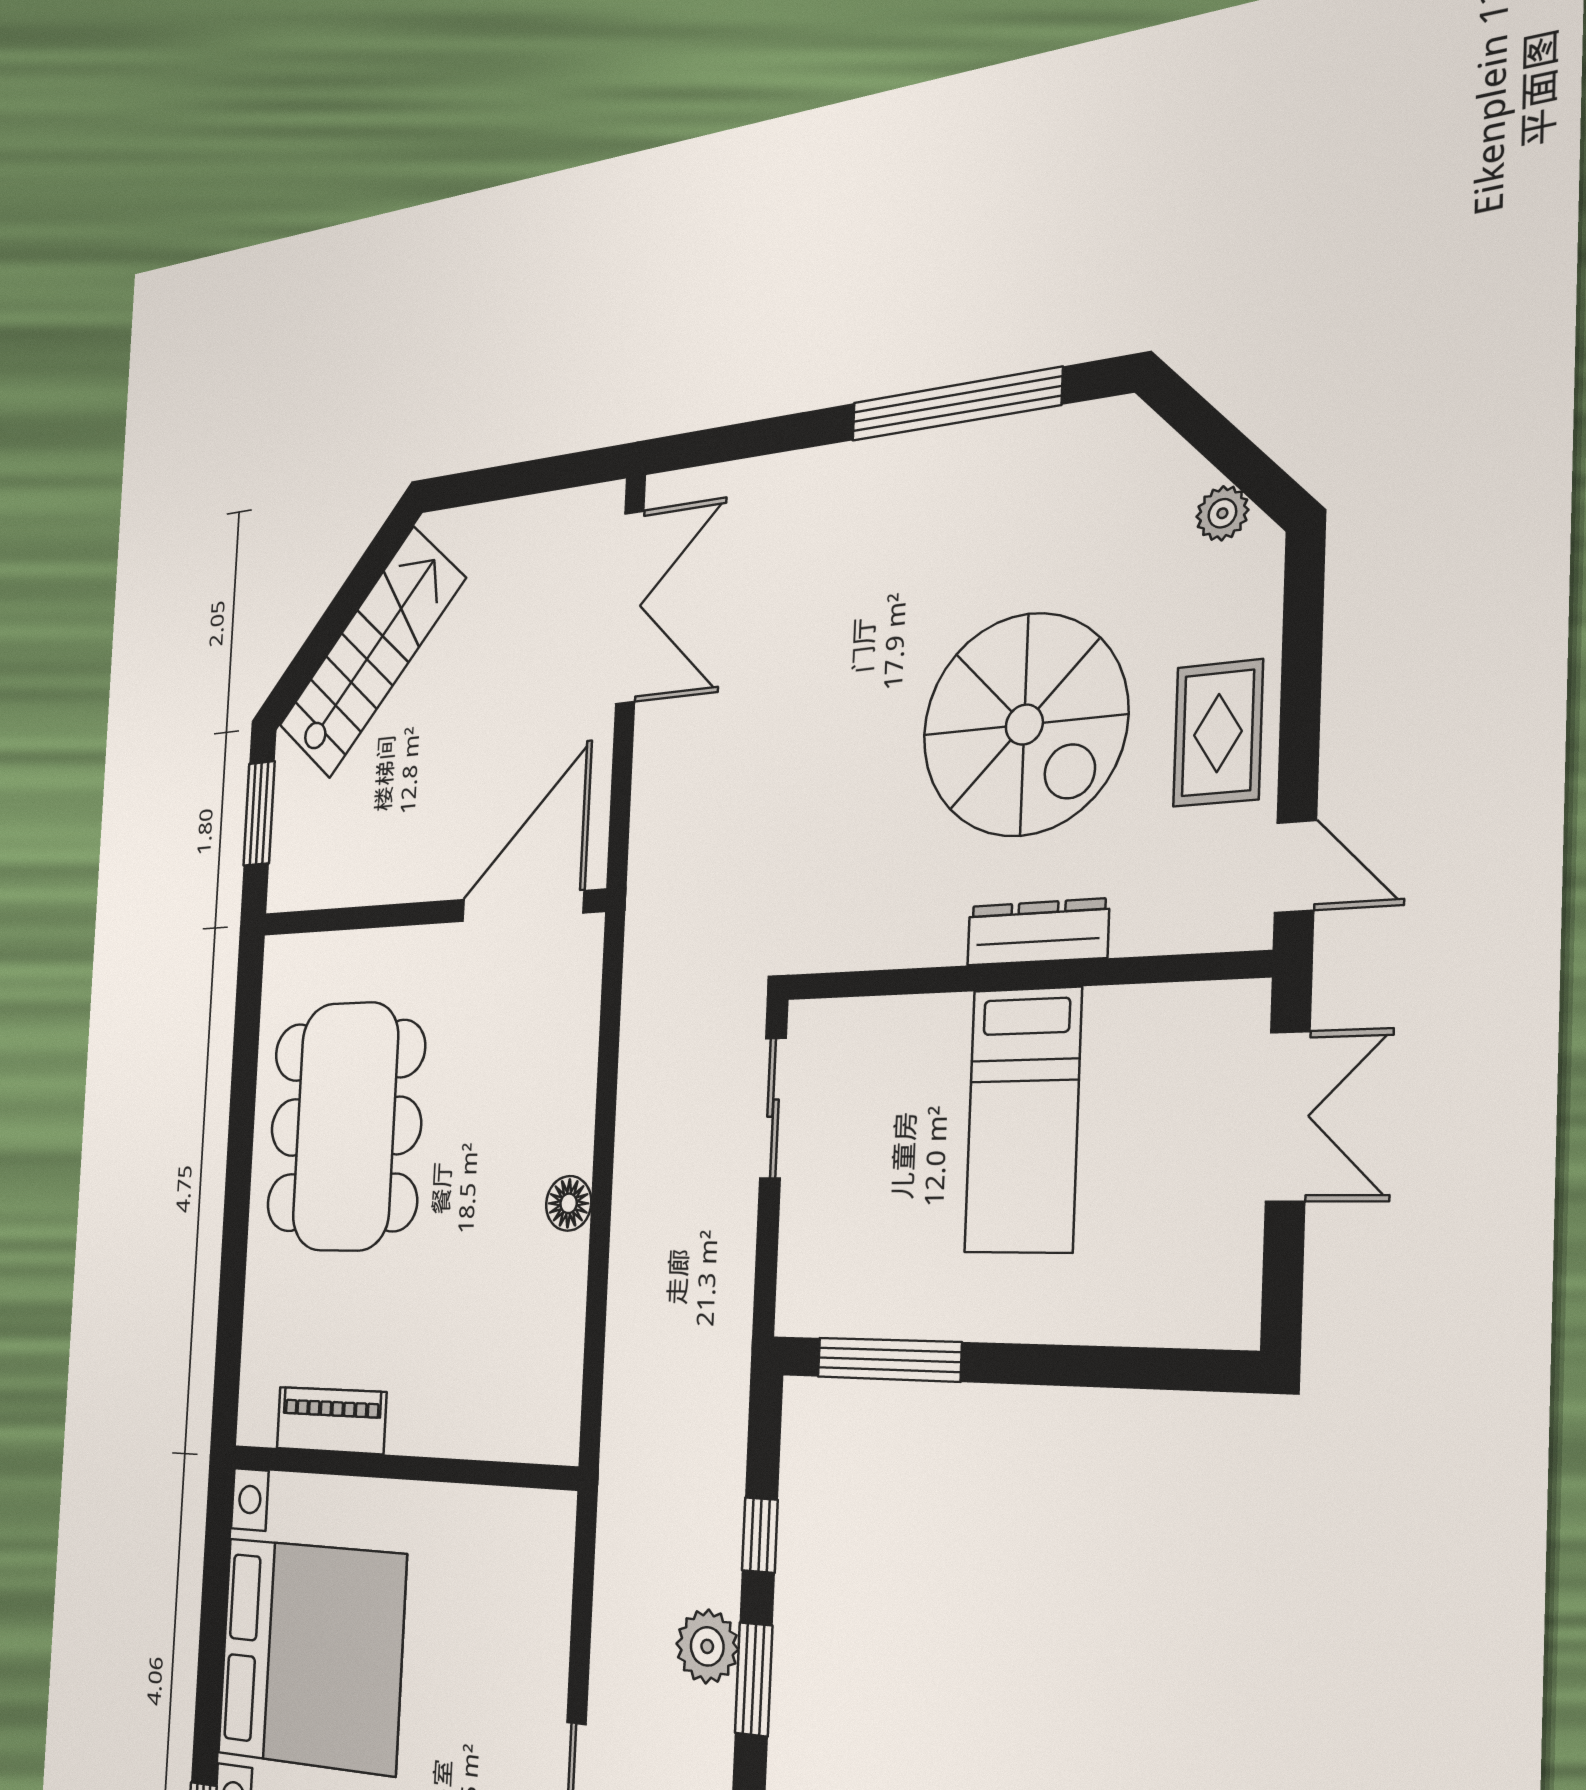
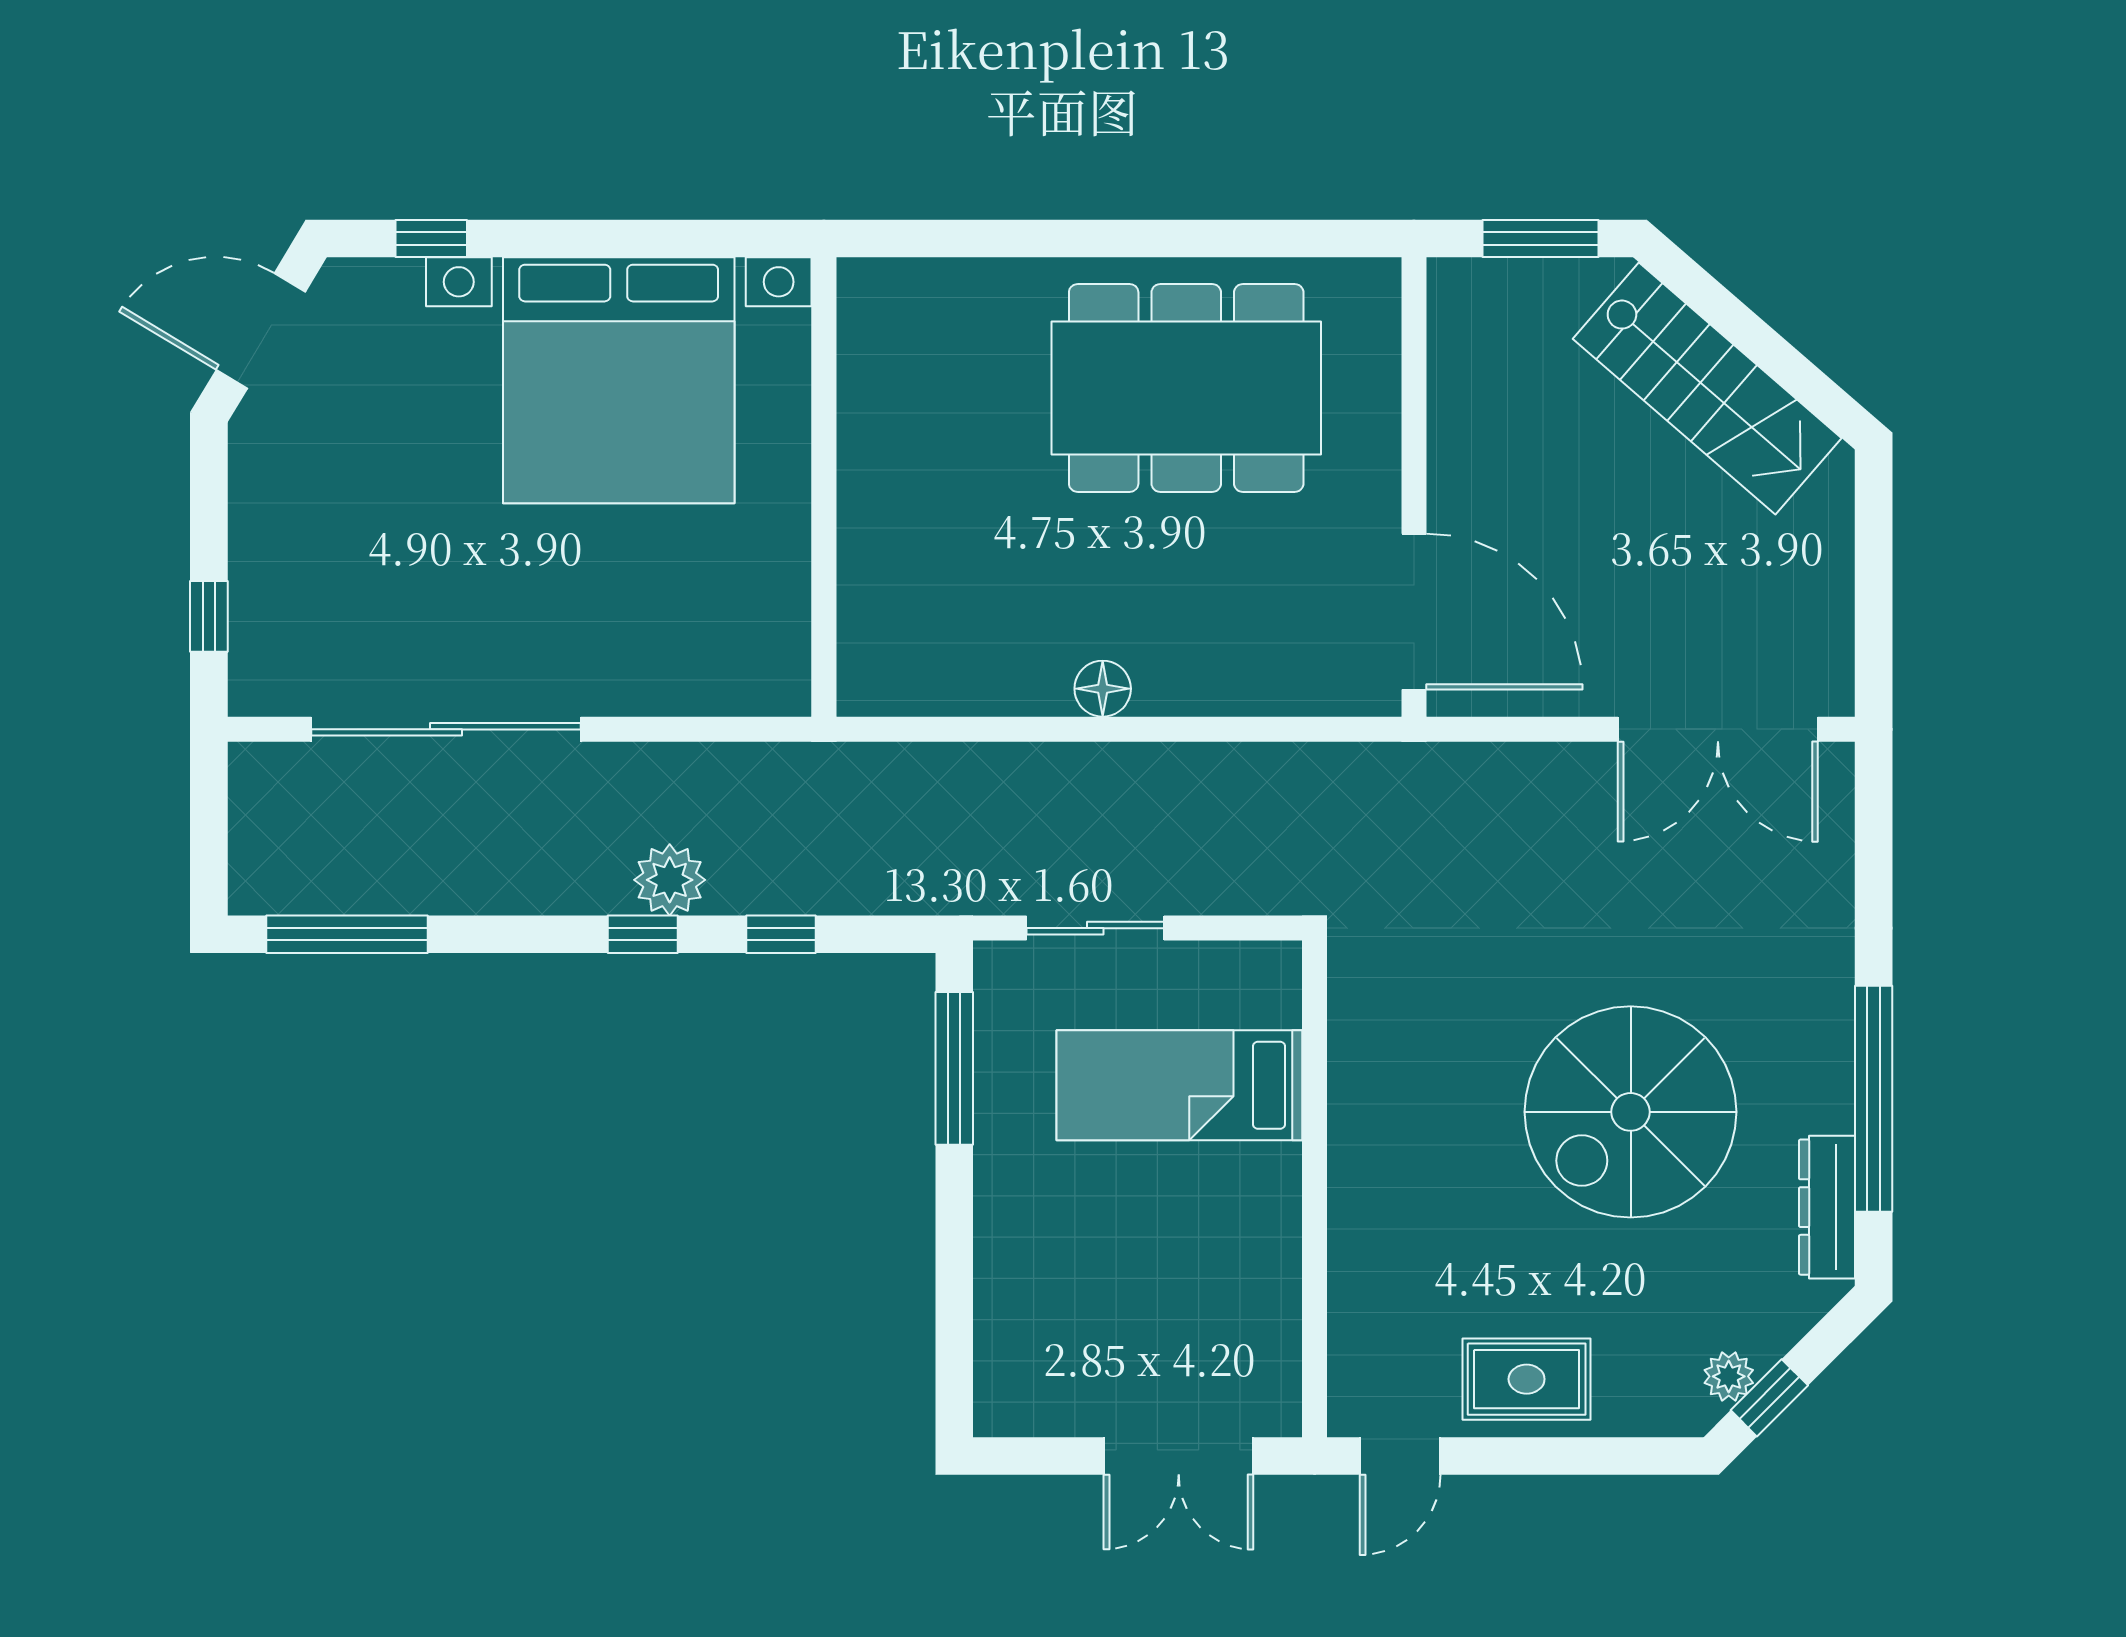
window: (1246, 466) -> (1769, 1398), added
spiral stairs: (1024, 725) -> (1631, 1112), moved
dresser: (1038, 932) -> (1827, 1207), moved, turned 180
sliding door: (773, 1108) -> (1095, 928), moved
bed: (1023, 1120) -> (1179, 1085), moved
piano: (331, 1420) -> (869, 390), removed
window: (754, 1679) -> (643, 934), width x0.67

